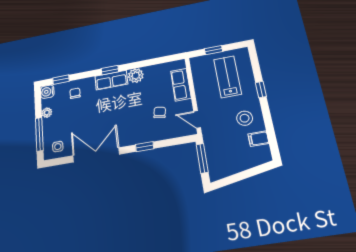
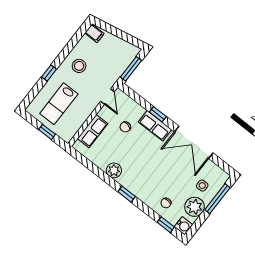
row of seats: (111, 80) -> (155, 126), moved, turned 180
plant: (47, 113) -> (195, 207), width x1.87, depth x1.87
filing cabinet: (258, 139) -> (94, 33), moved
side table: (58, 147) -> (202, 186), moved

